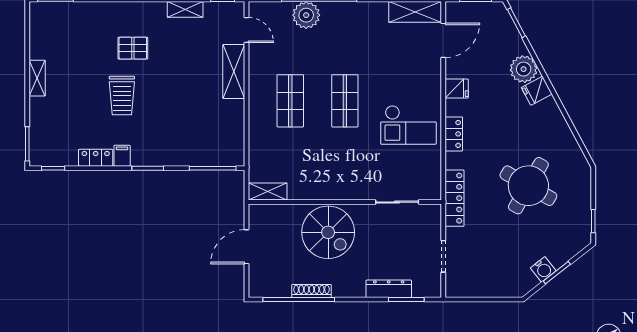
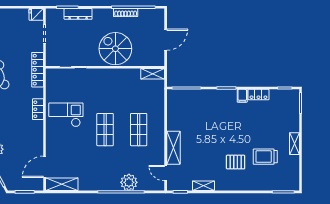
fridge: (457, 89) -> (36, 14), moved
trolley: (122, 96) -> (265, 157), moved, turned -90

